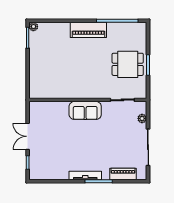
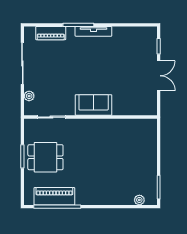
plant: (33, 27) -> (139, 200), moved
piano: (88, 30) -> (54, 196), moved

